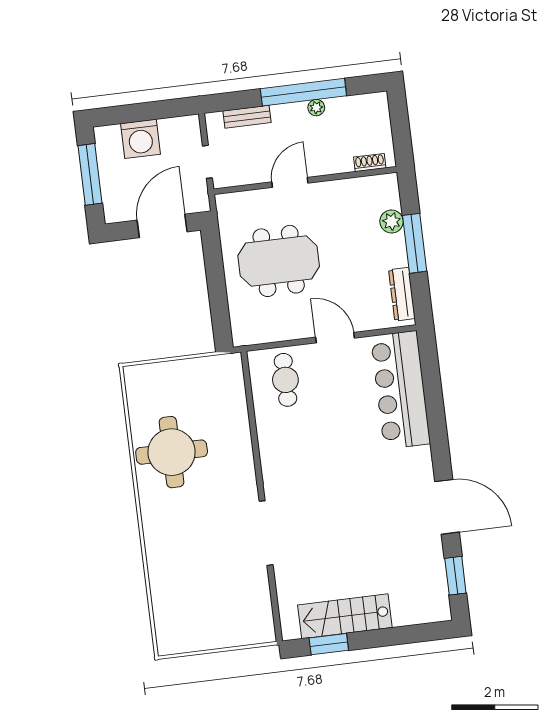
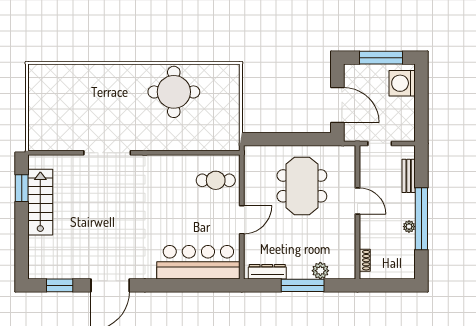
washing machine: (140, 139) -> (402, 83), moved

